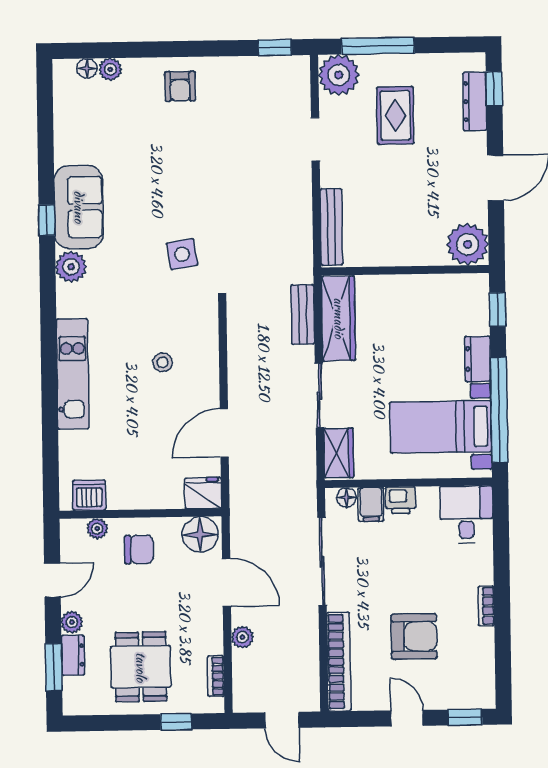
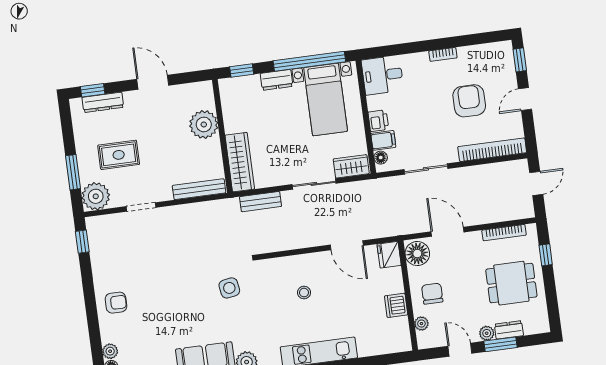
window: (378, 46) -> (73, 172), width x0.69
plant: (468, 244) -> (204, 124), moved
wardrobe: (339, 318) -> (240, 162), moved, turned 90
dishwasher: (89, 495) -> (396, 305), moved
sliding door: (322, 561) -> (426, 169), width x0.73
door: (227, 582) -> (448, 232), hinge flipped
plant: (242, 637) -> (483, 217), removed
window: (54, 667) -> (500, 344), moved
bookcase: (216, 676) -> (504, 233), width x1.56

